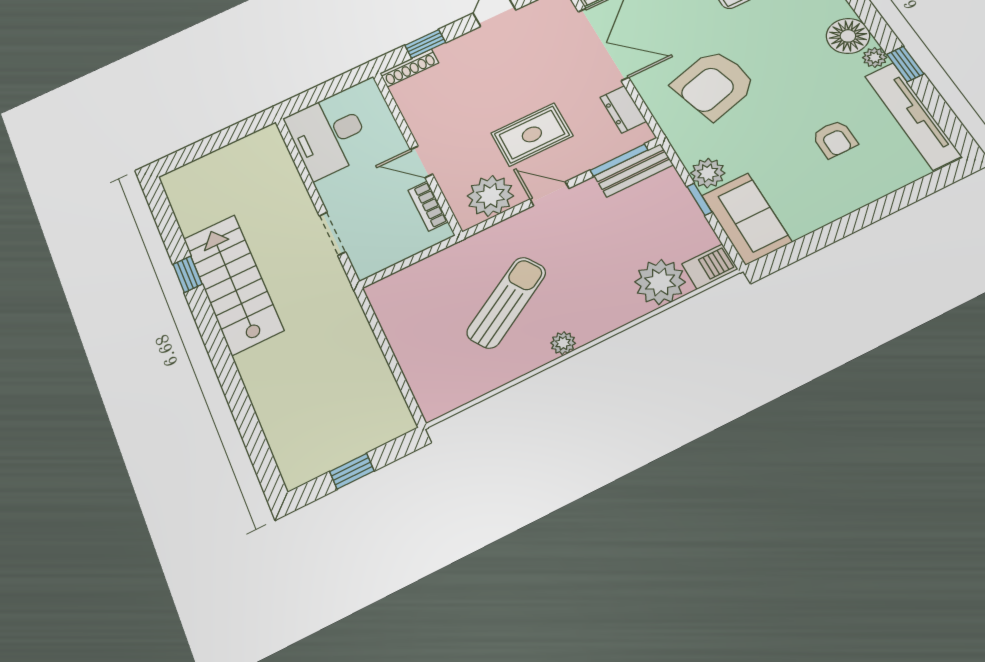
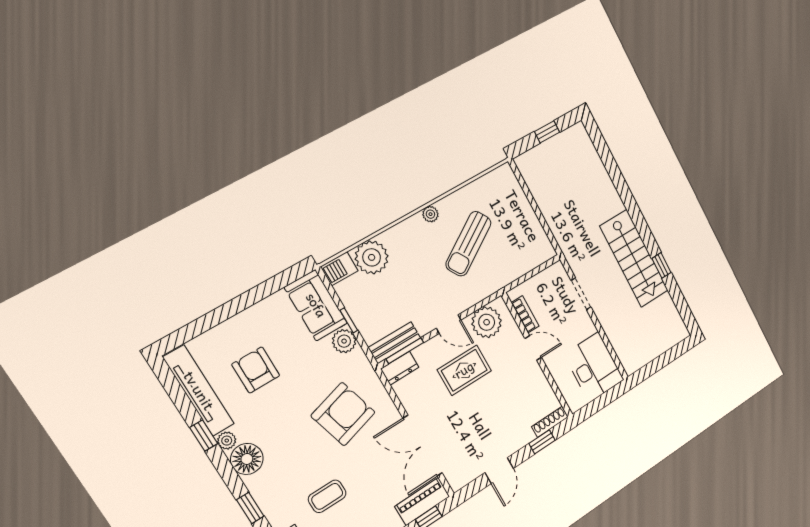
dresser: (623, 109) -> (400, 368), moved, turned 90
armchair: (835, 139) -> (256, 370), width x1.38, depth x1.38

